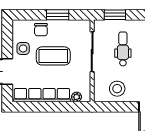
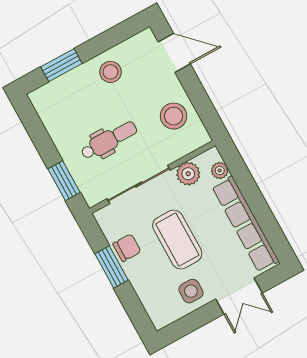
chair: (41, 30) -> (127, 248), moved
dental chair: (123, 49) -> (109, 140), turned 180
plant: (84, 80) -> (188, 174), added

